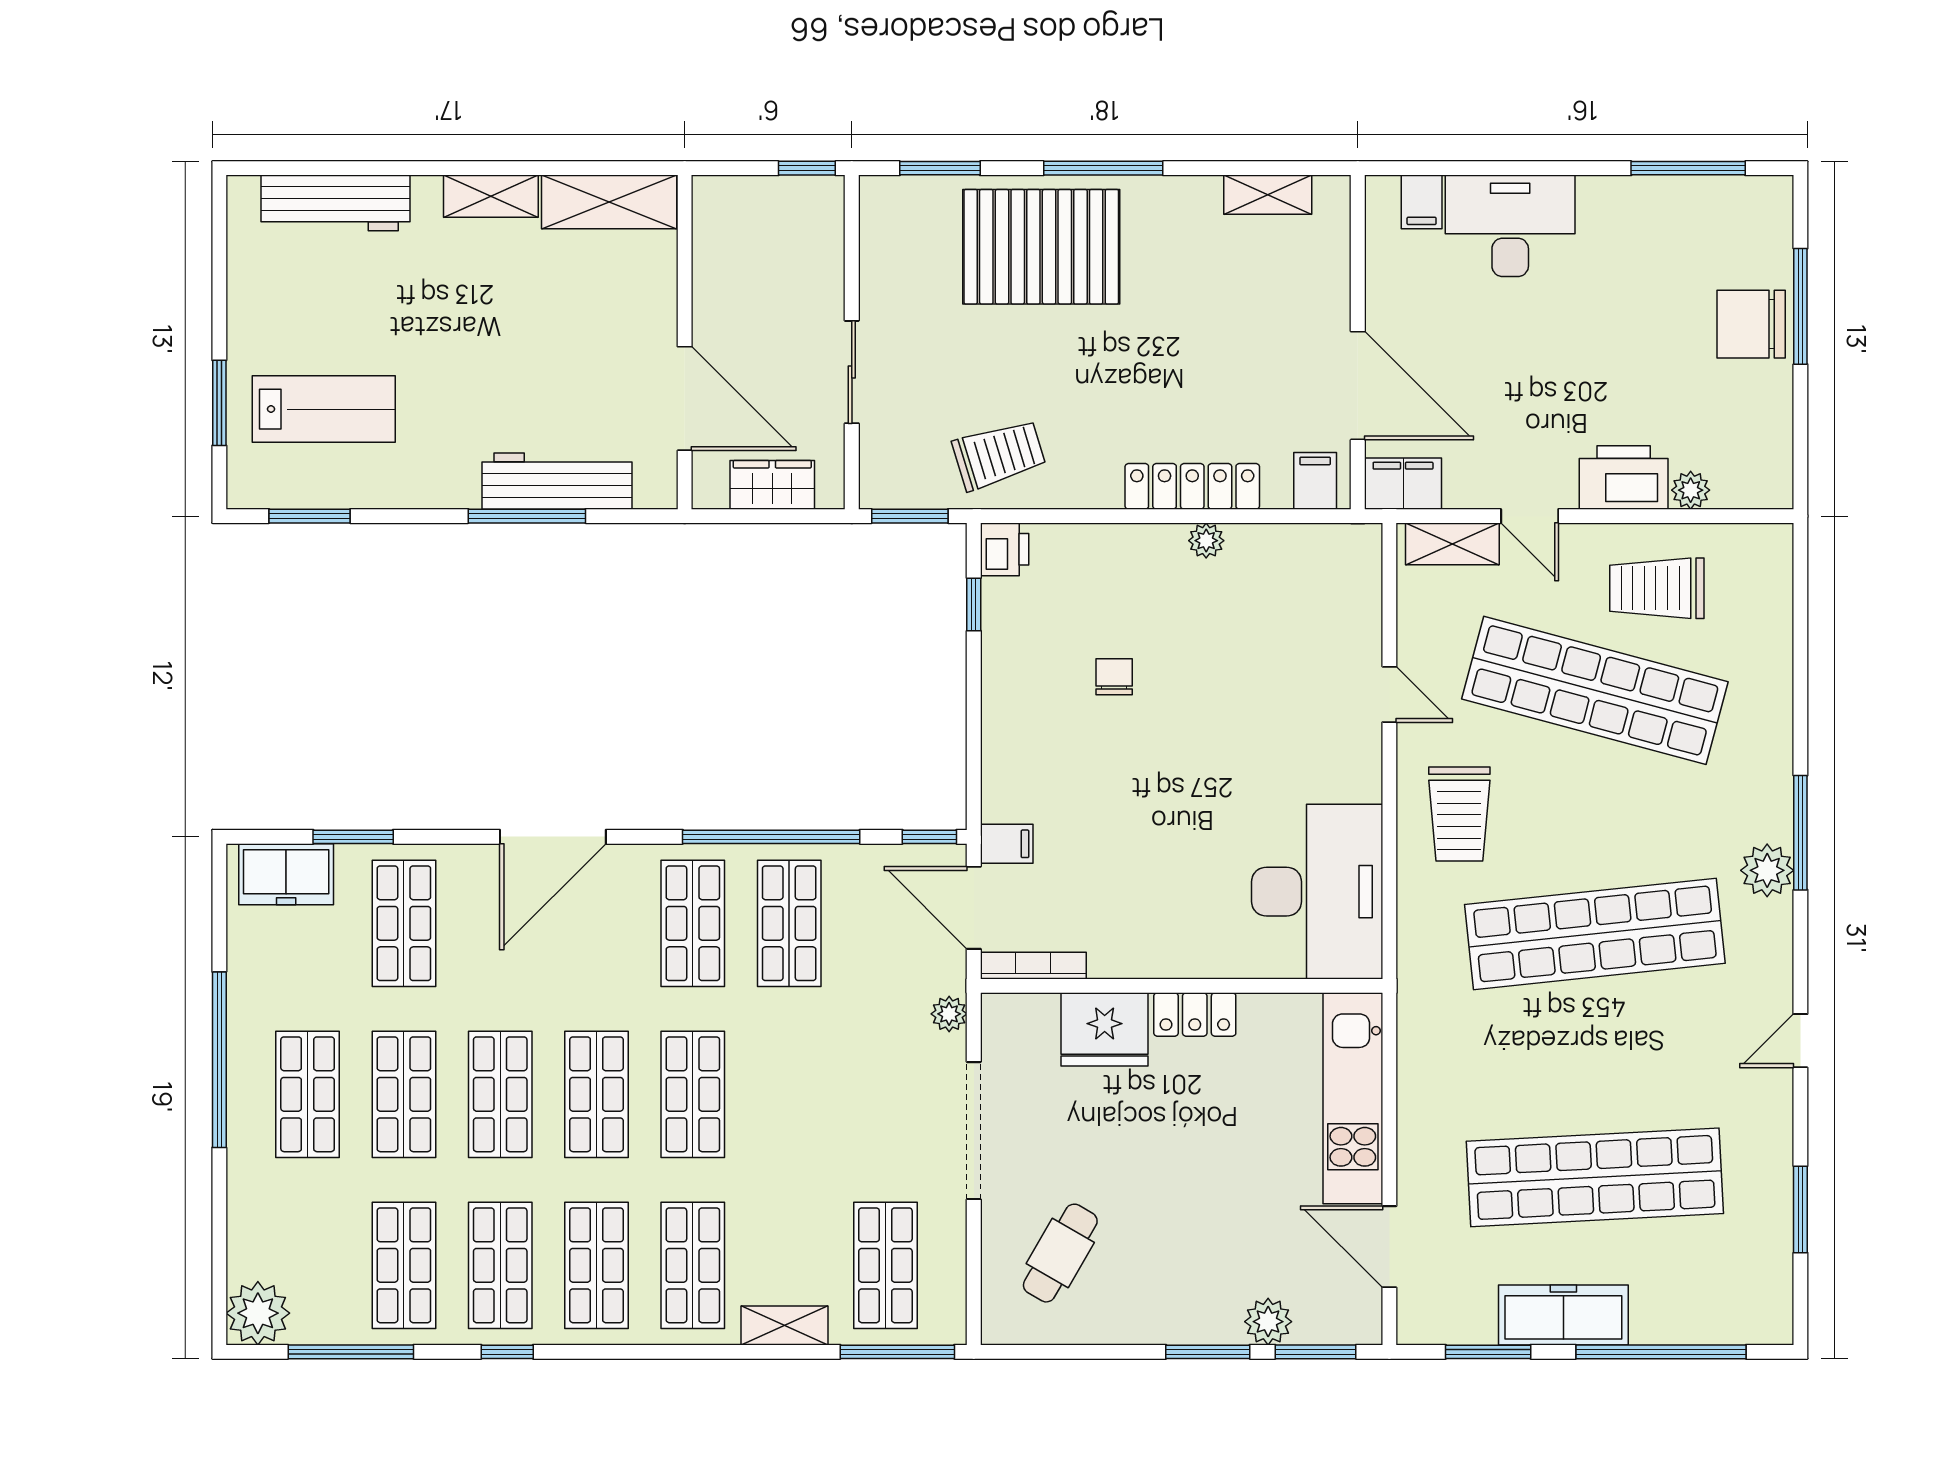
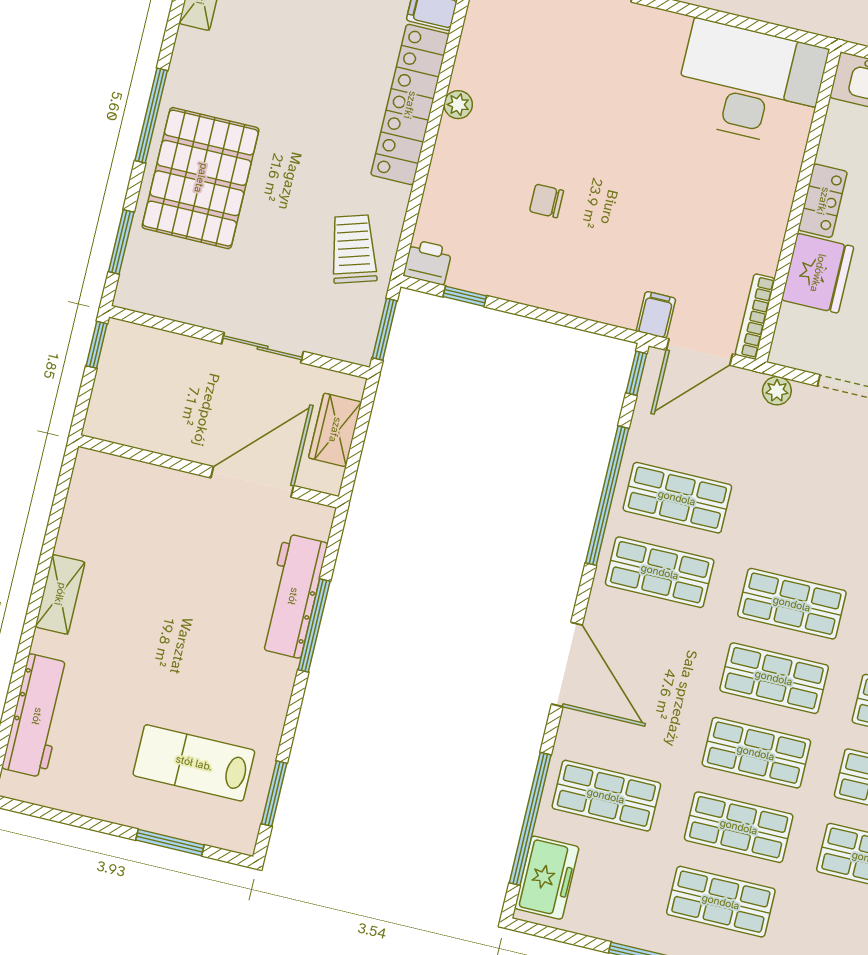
shelving: (609, 202) -> (86, 504), removed
lab bench: (324, 409) -> (194, 763), turned -90
locker: (1192, 486) -> (410, 105), width x1.41, depth x1.21
window: (353, 837) -> (530, 819), width x2.11

